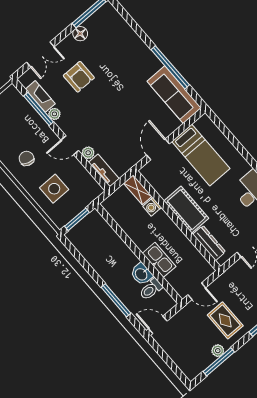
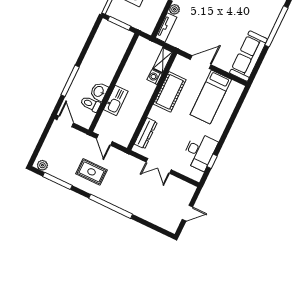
window: (170, 67) -> (276, 26), moved
cot: (186, 210) -> (170, 92), moved
rug: (225, 320) -> (92, 172), turned 90
plant: (218, 351) -> (42, 165), moved

